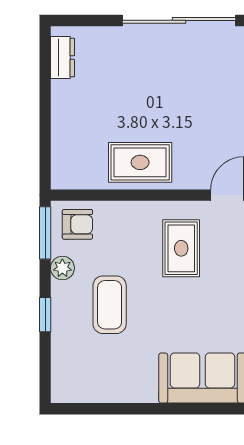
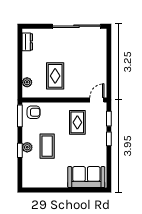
plant: (62, 153) -> (27, 82), added
rug: (140, 162) -> (55, 76), moved, turned 90
plant: (62, 268) -> (27, 147), moved

